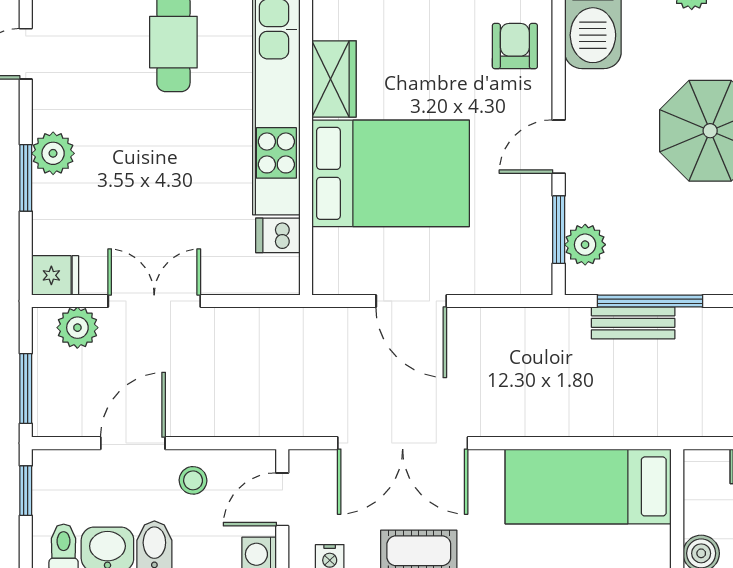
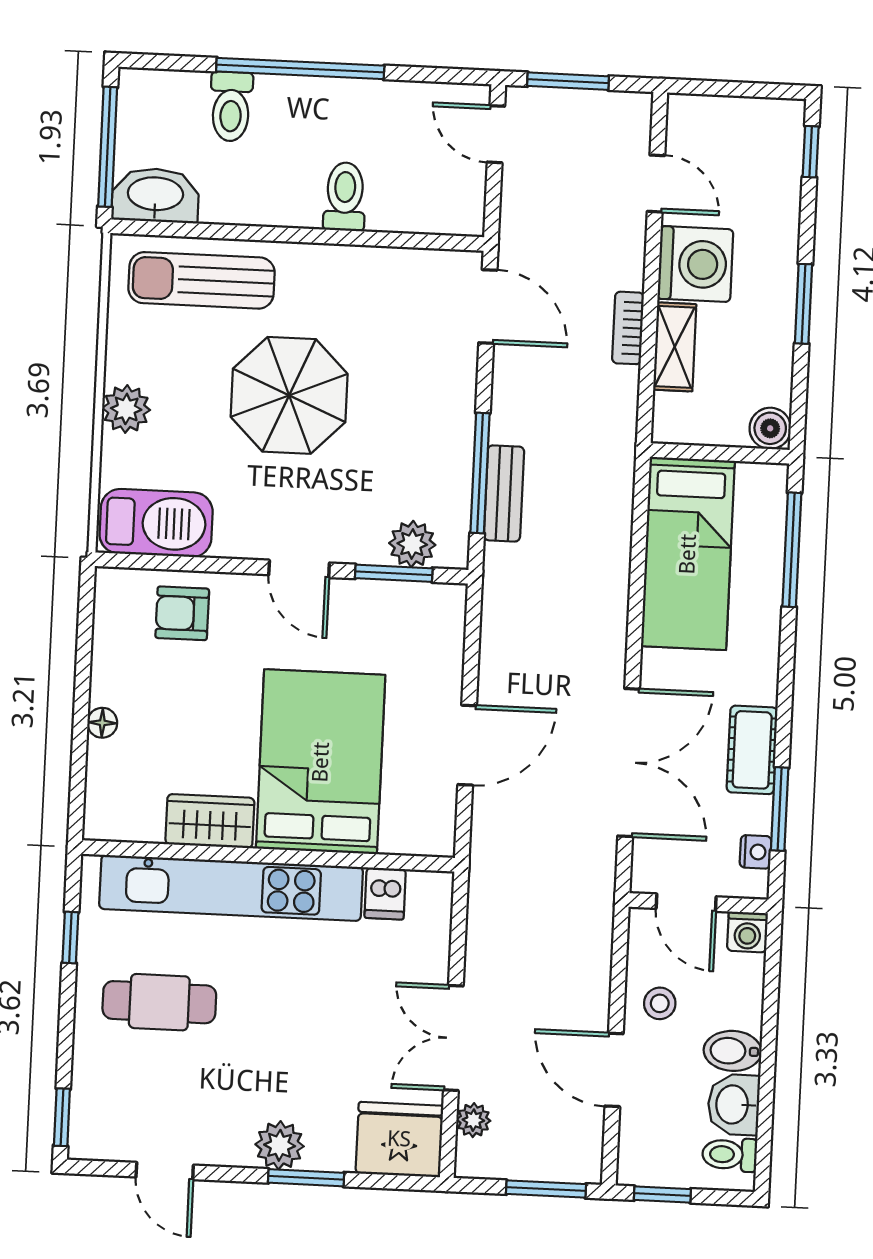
fridge: (55, 275) -> (399, 1139), width x1.88, depth x1.34
plant: (77, 328) -> (473, 1120), width x0.73, depth x0.73

